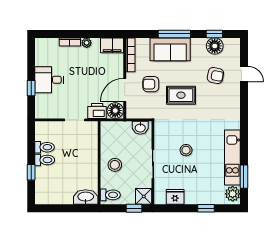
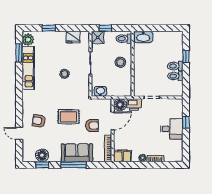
armchair: (215, 76) -> (39, 121), moved

